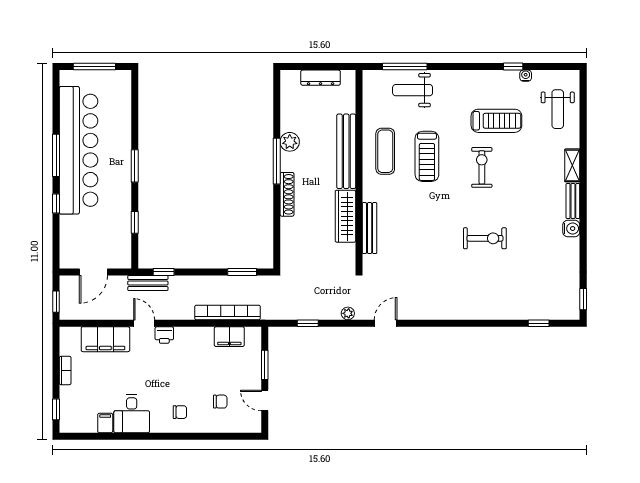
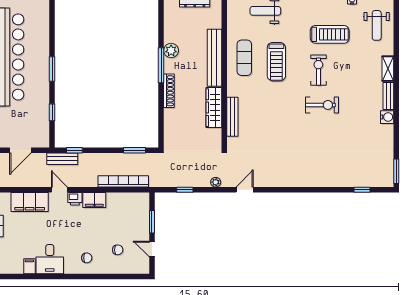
exercise bike: (485, 238) -> (322, 105), moved
window: (583, 299) -> (396, 171), width x1.50
filing cabinet: (229, 337) -> (94, 200), moved

